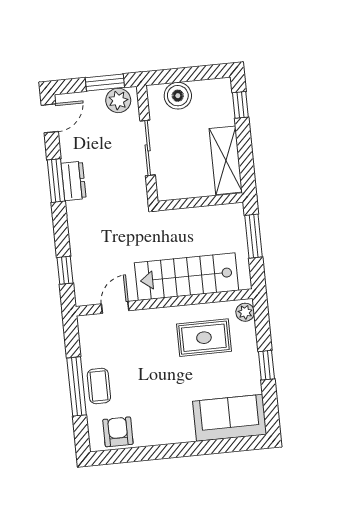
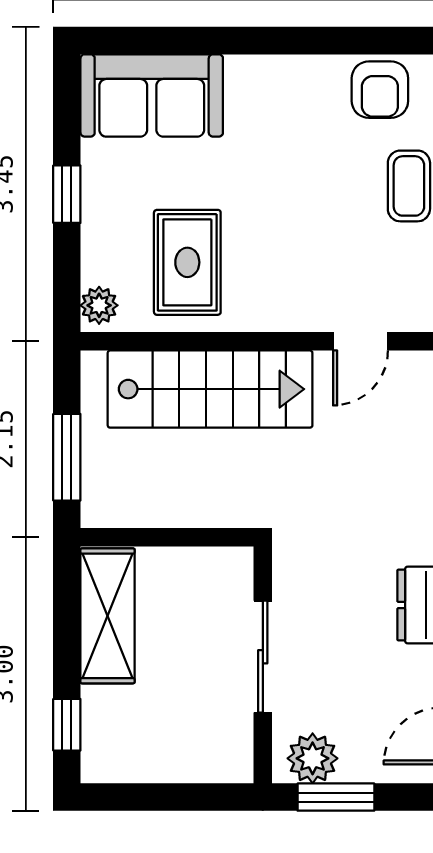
boiler: (178, 96) -> (191, 756), removed
rug: (204, 338) -> (187, 262), turned 90

